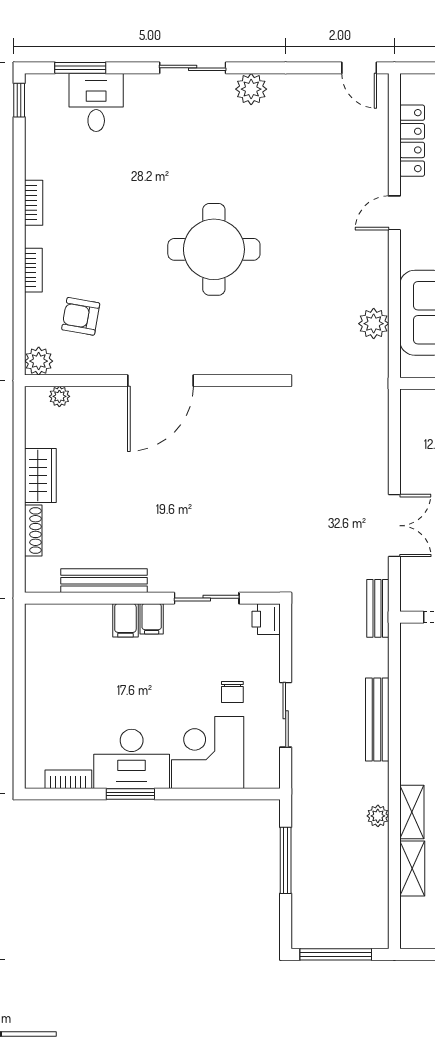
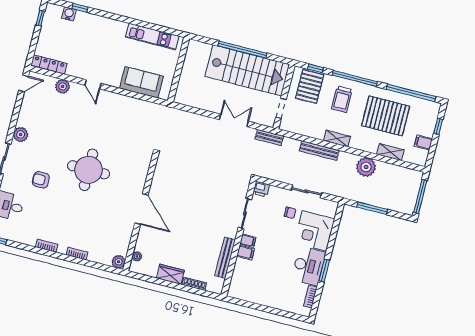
locker: (412, 141) -> (49, 64), moved
armchair: (81, 316) -> (41, 180), moved, turned 80
plant: (374, 324) -> (63, 86), moved
shelving: (412, 812) -> (337, 139), moved
plant: (378, 816) -> (366, 167), width x1.88, depth x1.88

